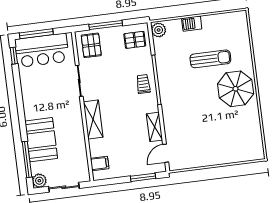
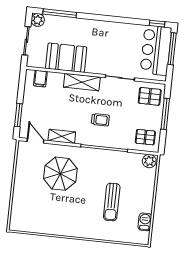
barbecue: (192, 24) -> (145, 222), moved
pallet: (135, 40) -> (145, 137), turned 90
trolley: (143, 84) -> (100, 120), moved
parasol: (236, 89) -> (60, 174), moved
booth: (41, 140) -> (66, 58), moved

